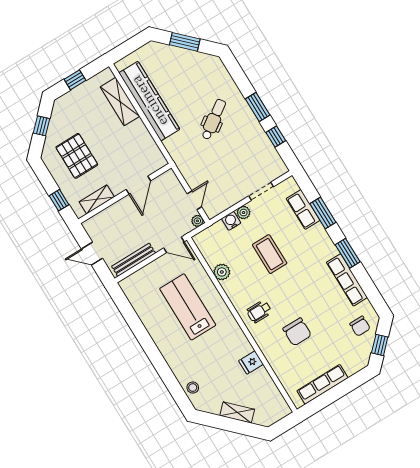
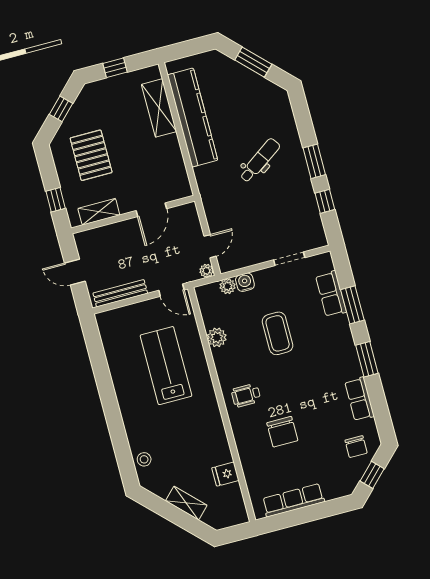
plant: (244, 213) -> (228, 286), moved
row of seats: (347, 280) -> (360, 399), width x0.68
fridge: (251, 362) -> (225, 474), moved

